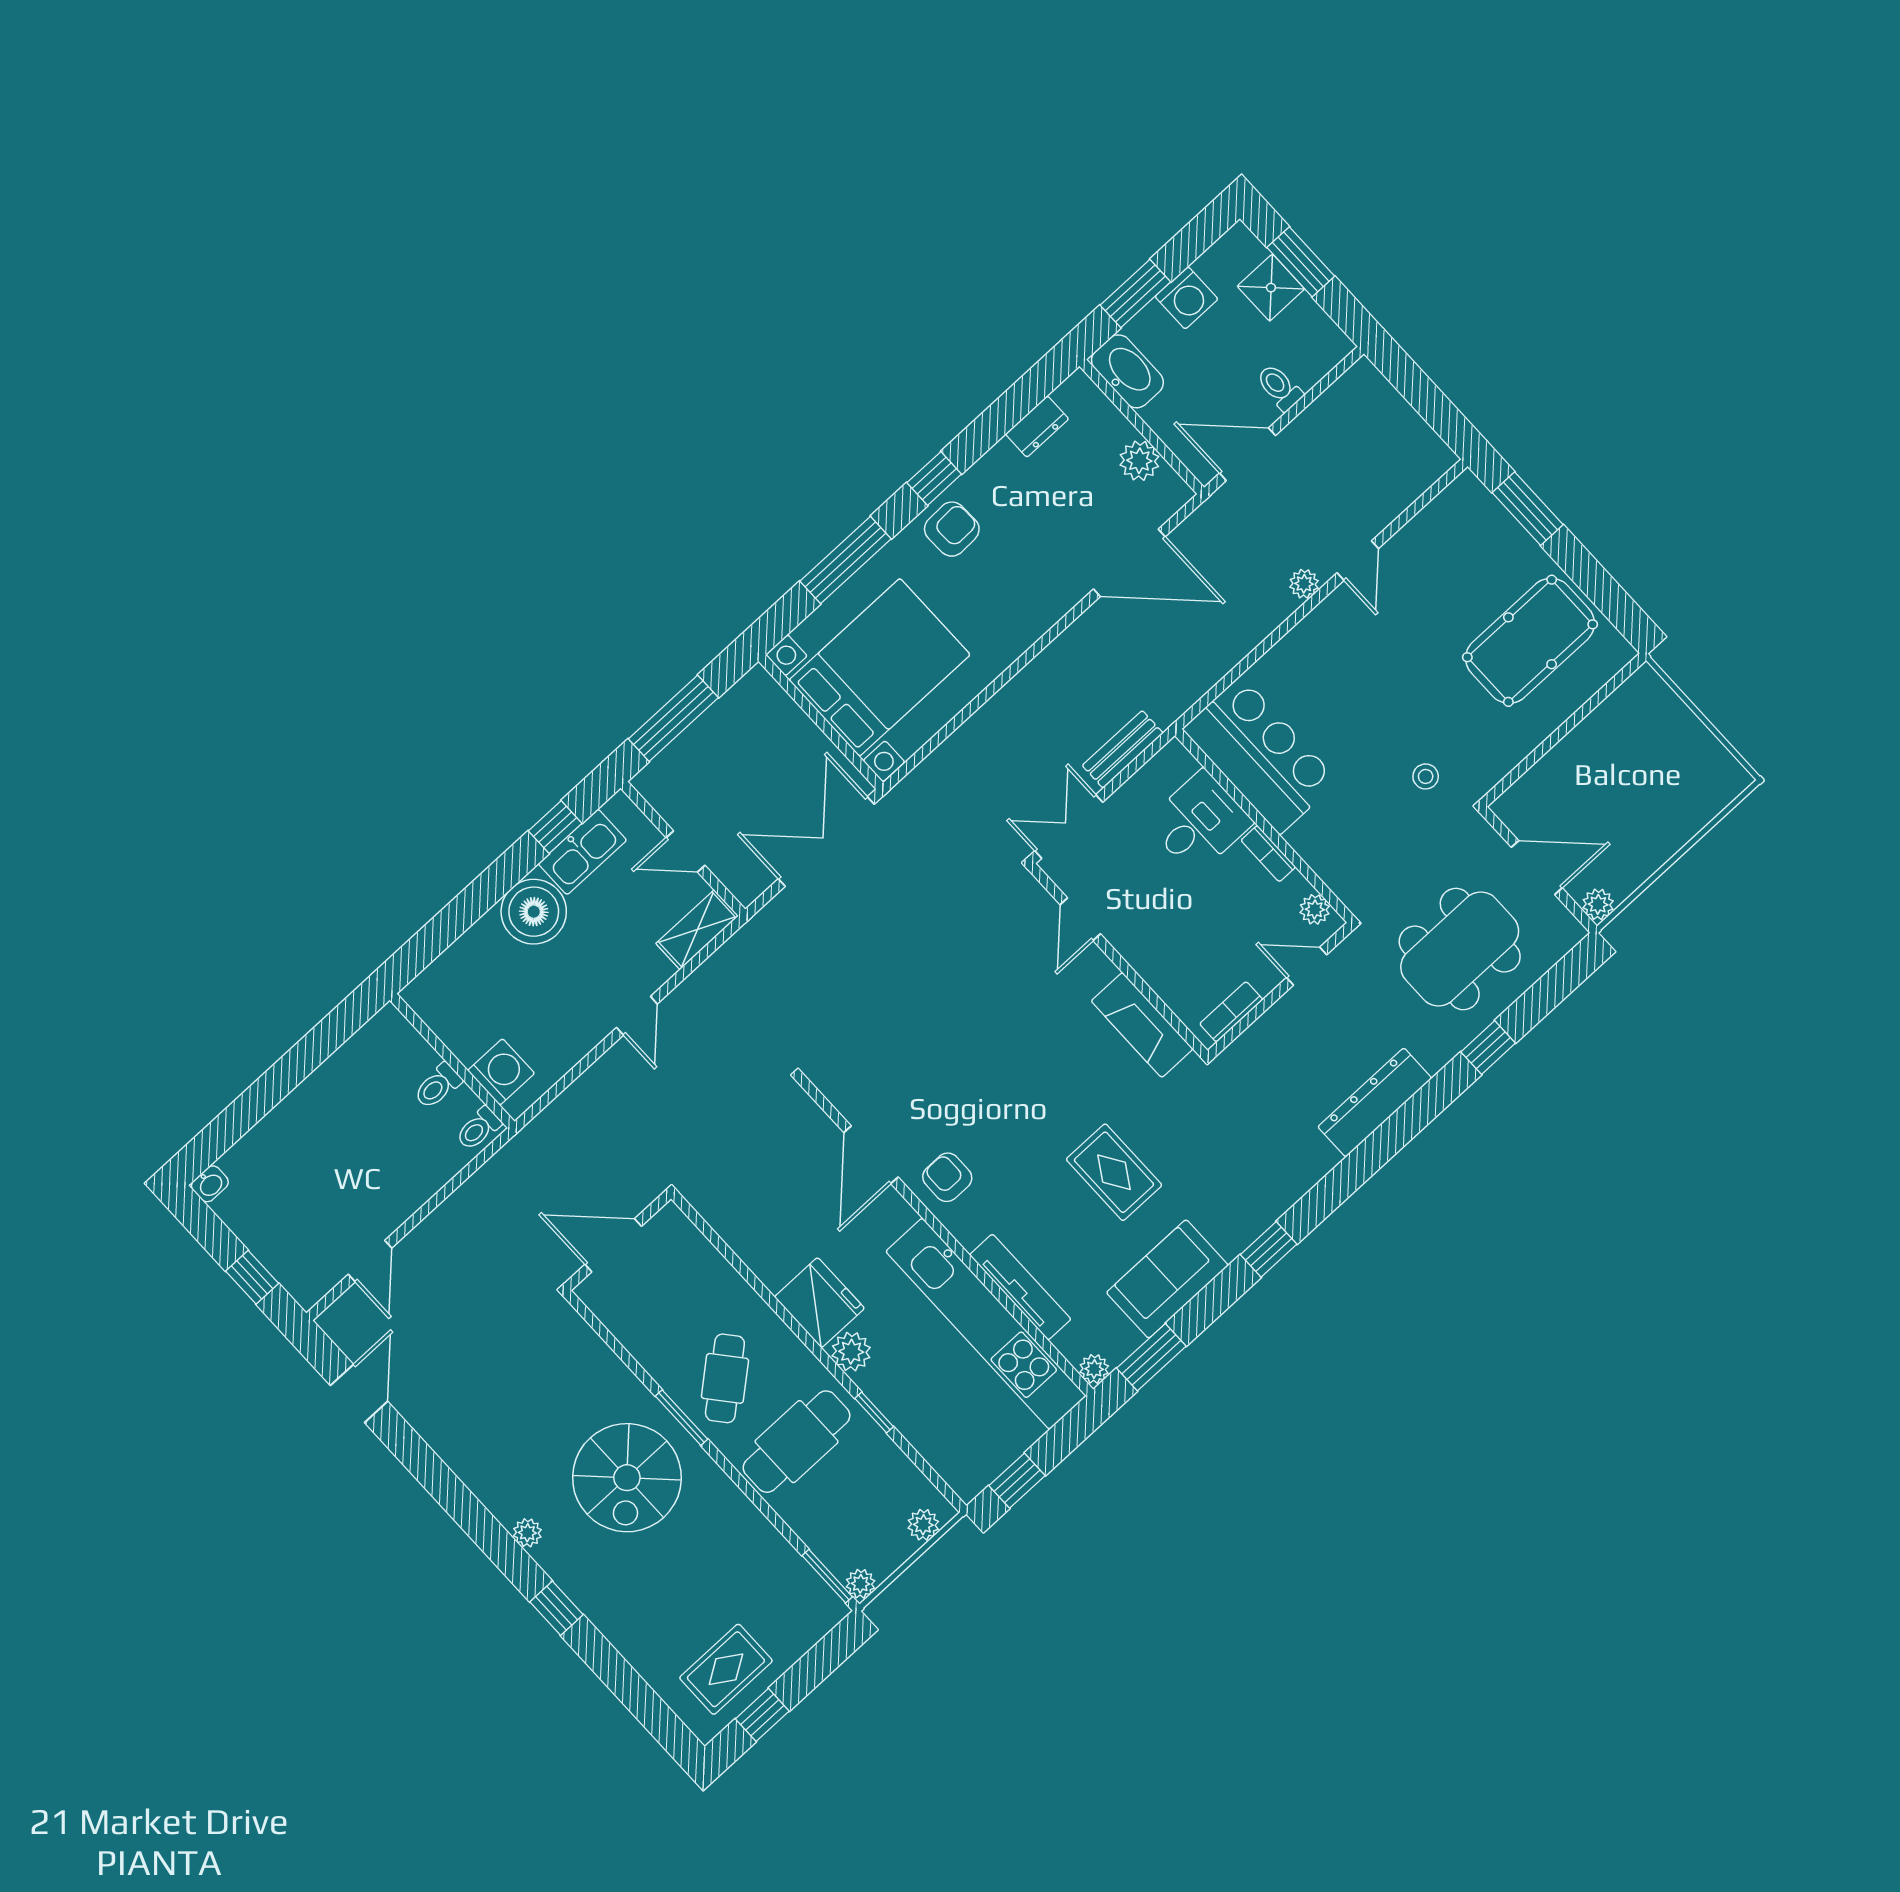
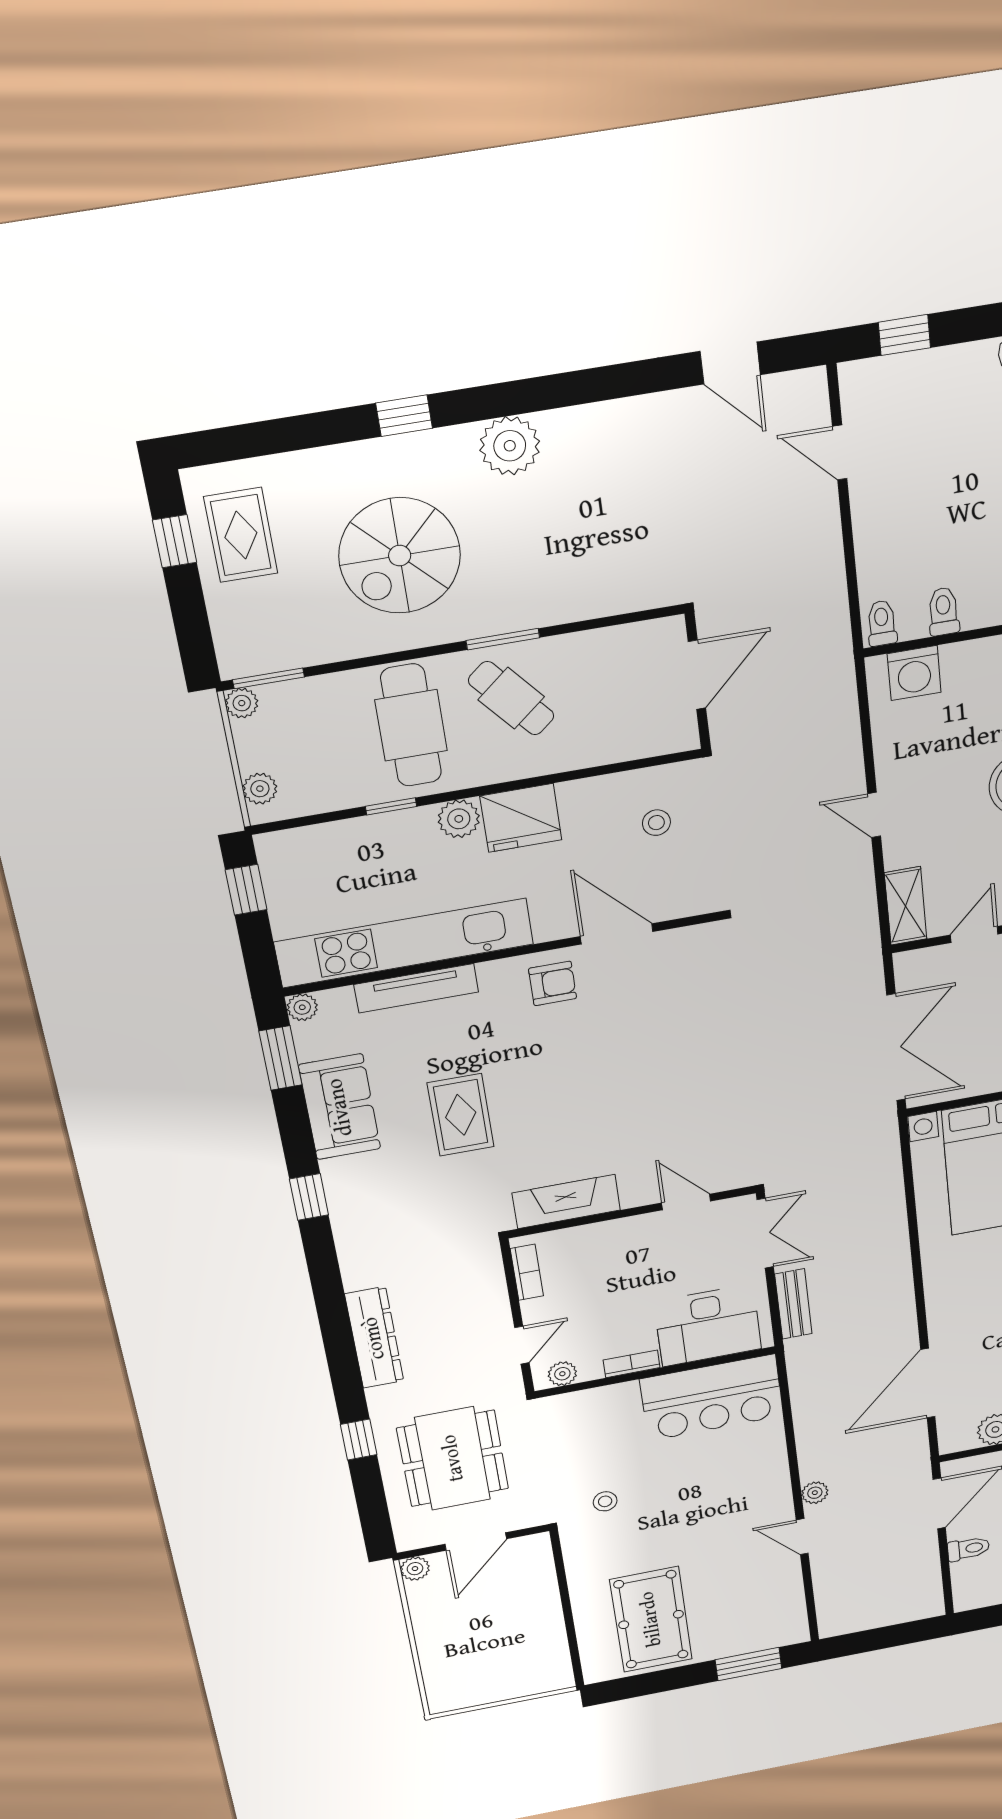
desk: (1199, 822) -> (708, 1325), width x1.37
rug: (1114, 1172) -> (461, 1115), turned 90
stool: (755, 1190) -> (656, 823), added
spiral stairs: (627, 1478) -> (400, 556), moved, turned -90
plant: (527, 1533) -> (510, 446), width x1.88, depth x1.88

